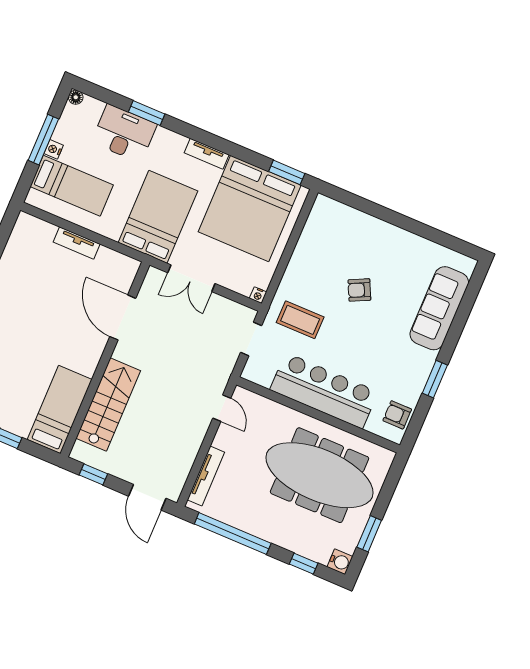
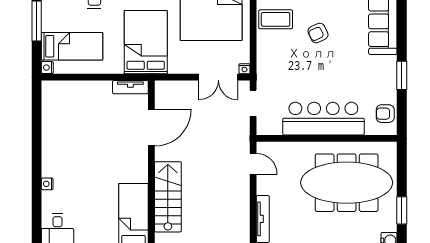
nightstand: (54, 149) -> (47, 68), moved
tv unit: (77, 243) -> (130, 87), moved
double door: (191, 278) -> (218, 77), moved
door: (123, 317) -> (151, 128), swing flipped
coffee table: (300, 320) -> (276, 19), moved

